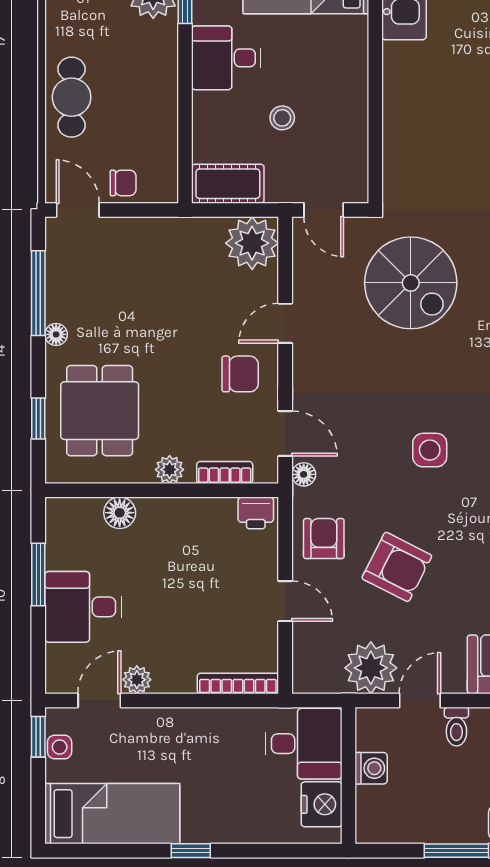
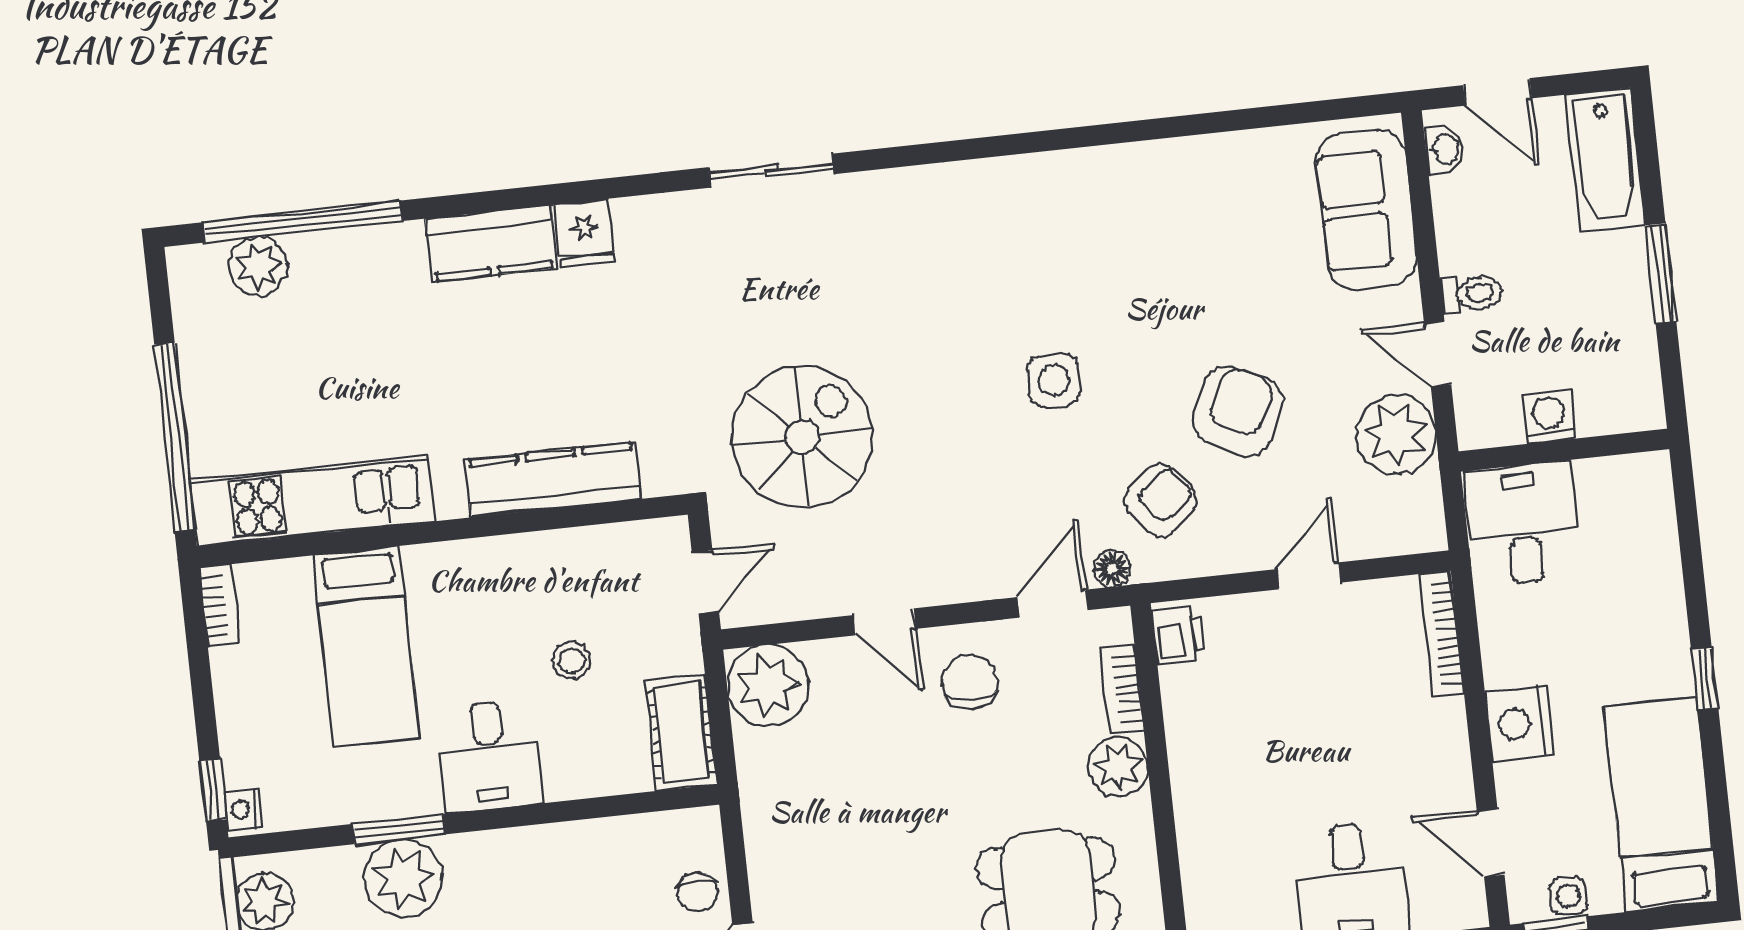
kitchen counter: (401, 118) -> (553, 480), added
chair: (123, 183) -> (697, 892), turned 180
plant: (170, 470) -> (1118, 767), width x1.38, depth x1.38
floor lamp: (120, 513) -> (1201, 843), removed
armchair: (324, 539) -> (1160, 500), moved, turned 140
plant: (137, 680) -> (1453, 789), removed
nightstand: (322, 804) -> (1519, 724), moved, turned -90

